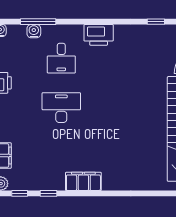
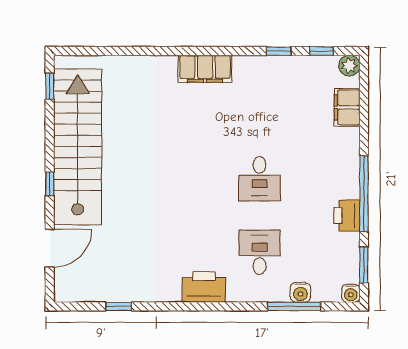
desk: (61, 108) -> (260, 179), width x0.73
filing cabinet: (83, 181) -> (205, 69), moved

